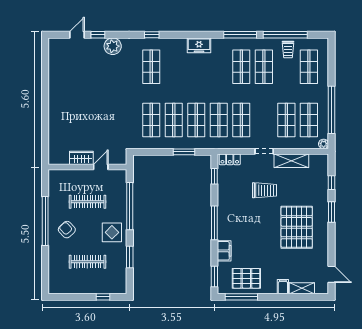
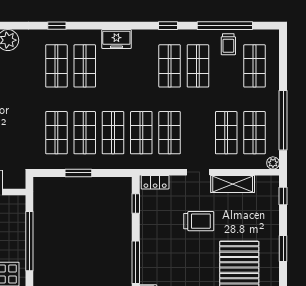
window: (240, 35) -> (168, 26), width x0.46
shop shelf: (174, 67) -> (85, 66), added
window: (184, 152) -> (78, 173), moved
window: (332, 183) -> (283, 196), moved

